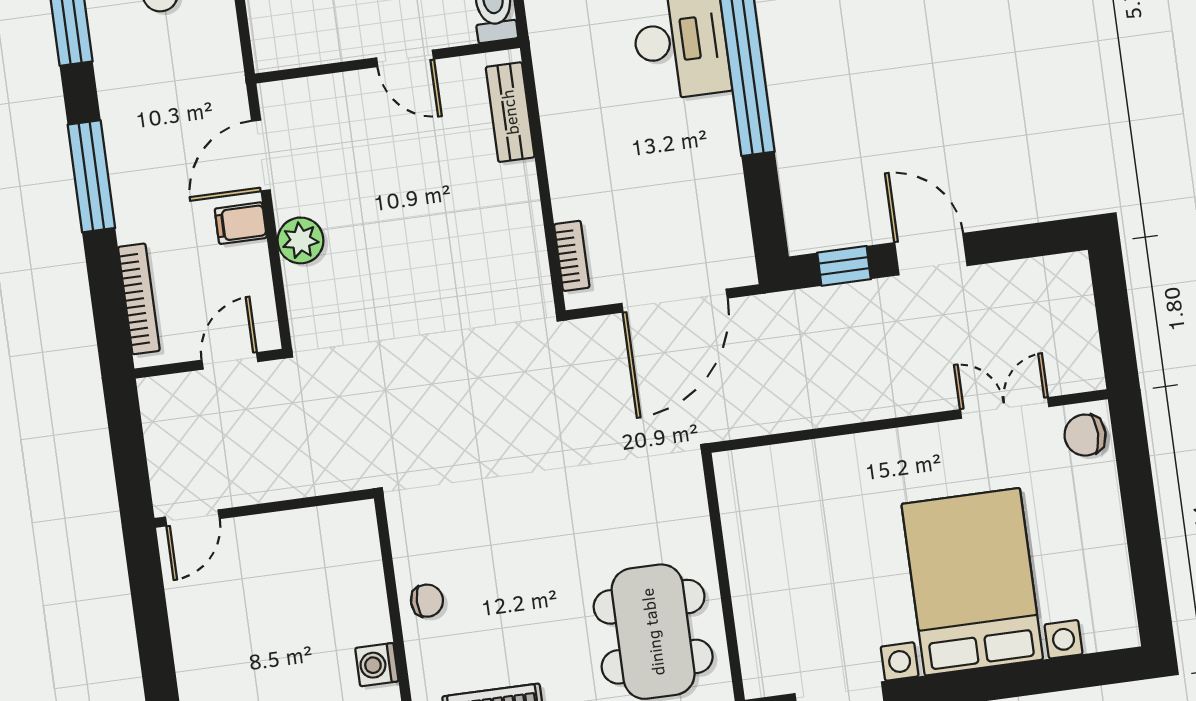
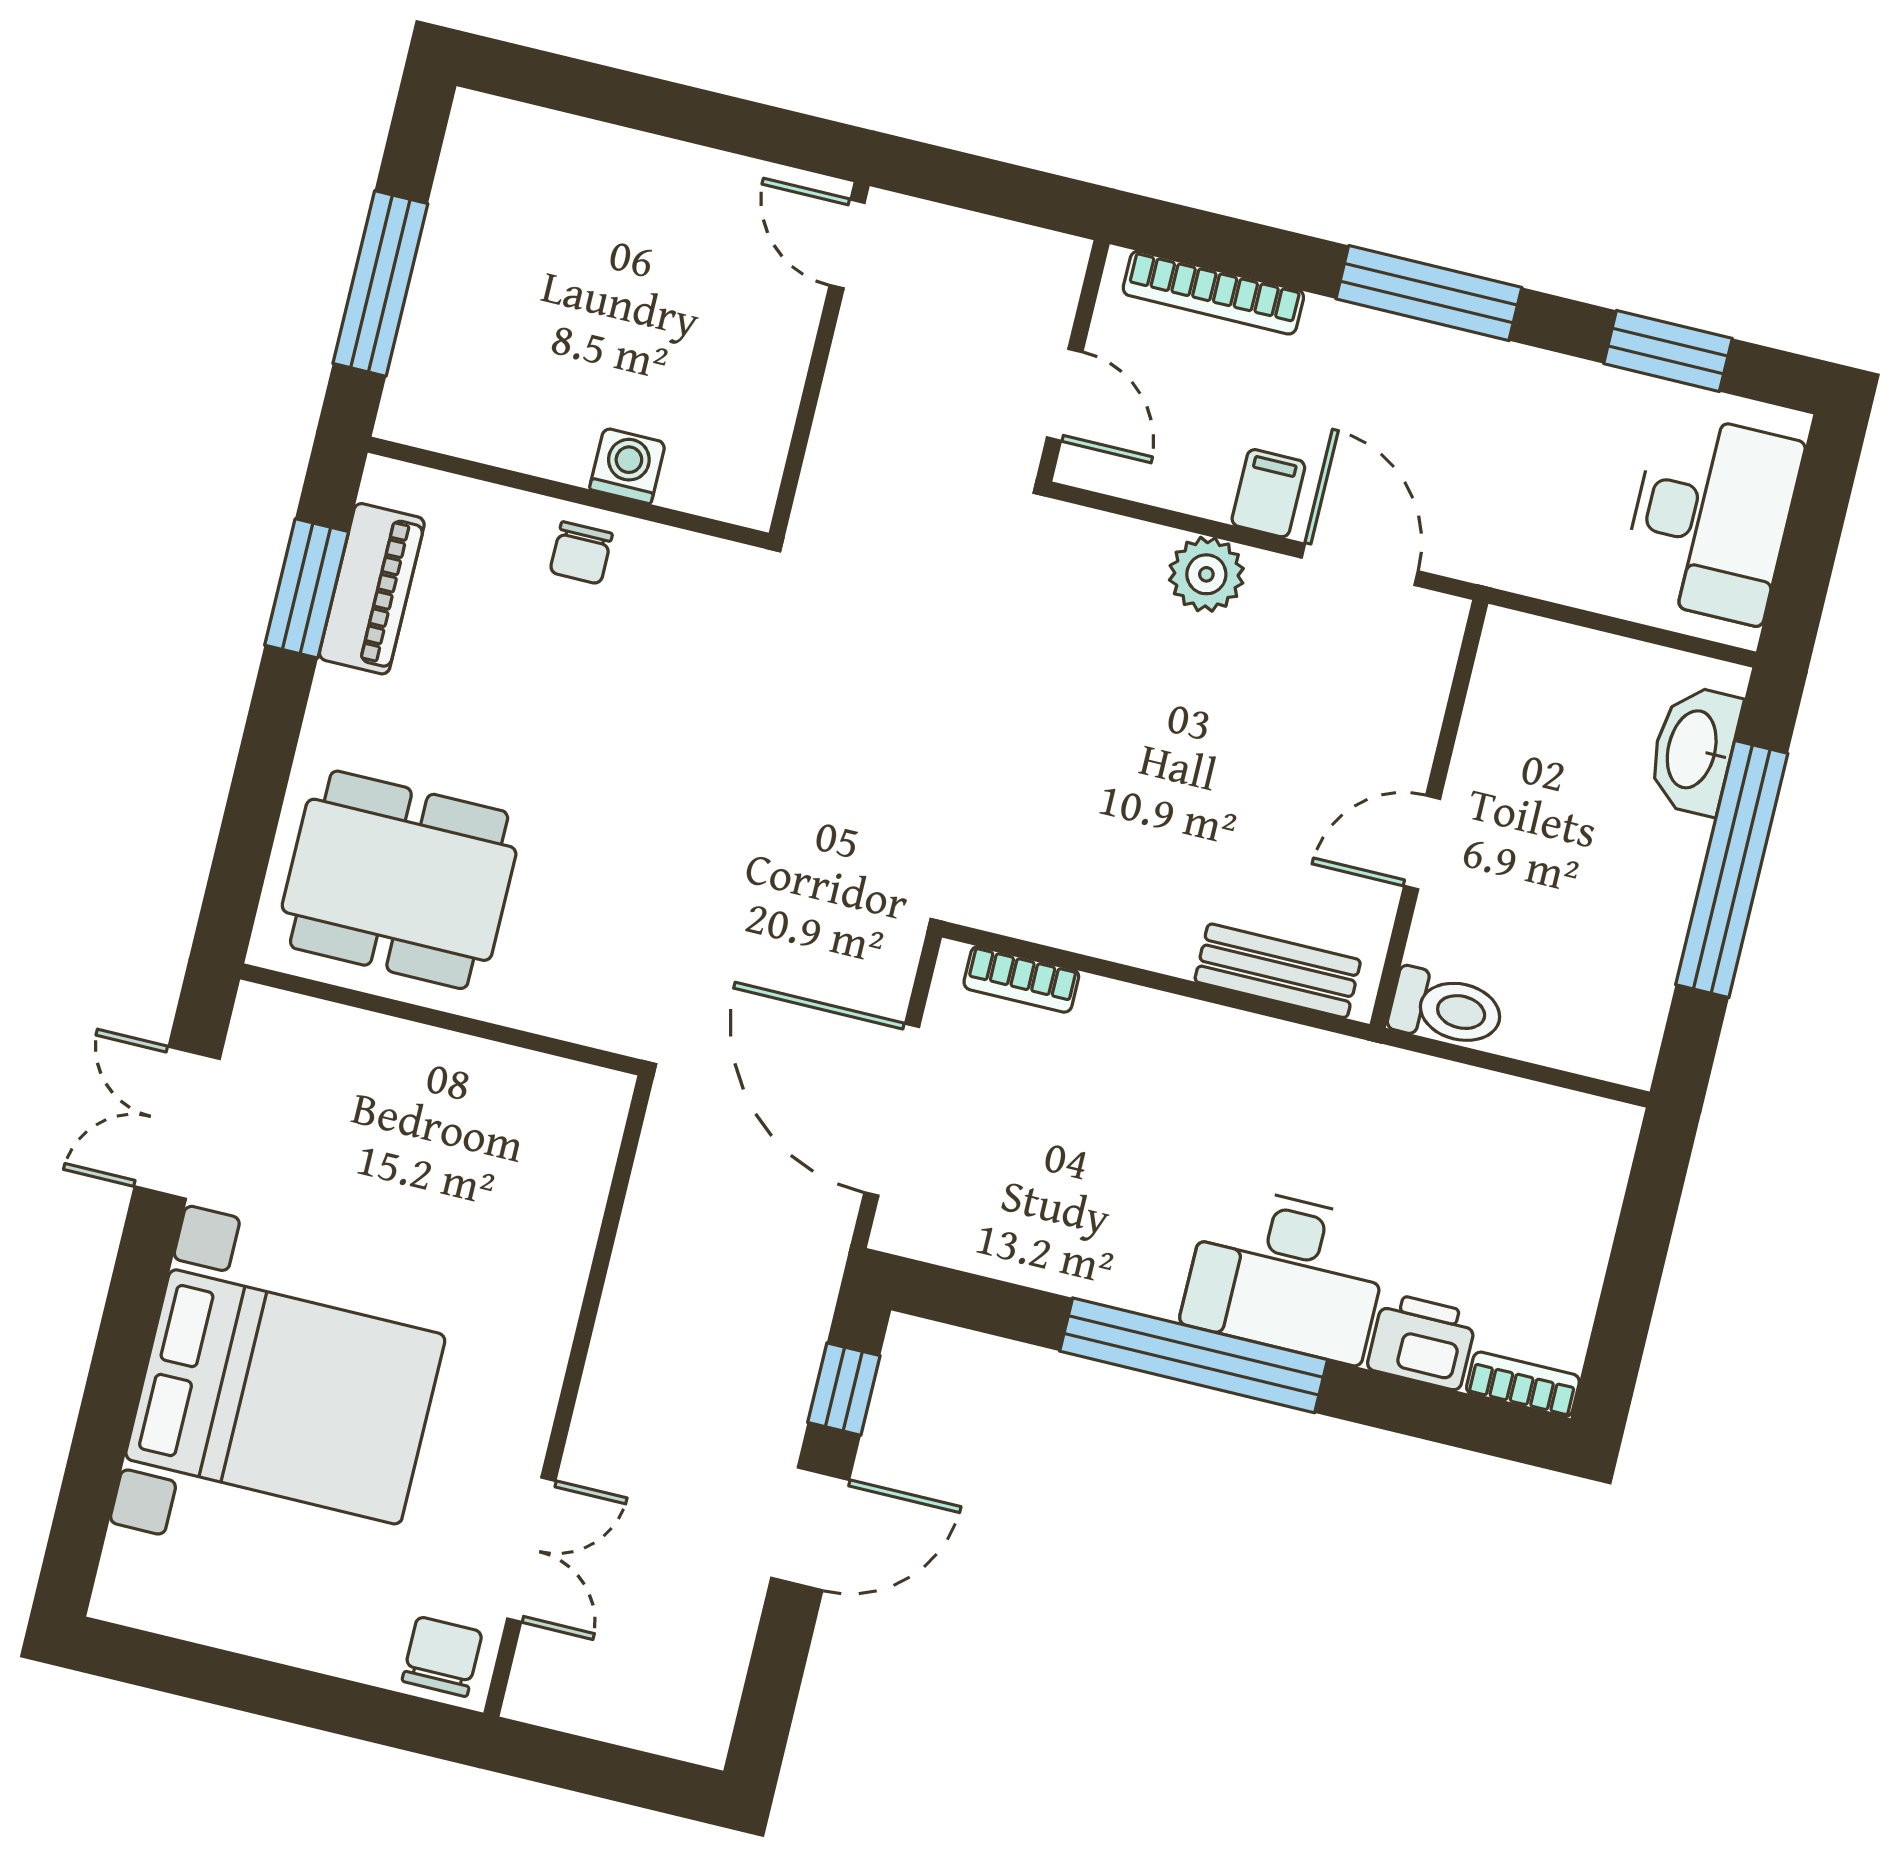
washing machine: (377, 665) -> (627, 466), moved

